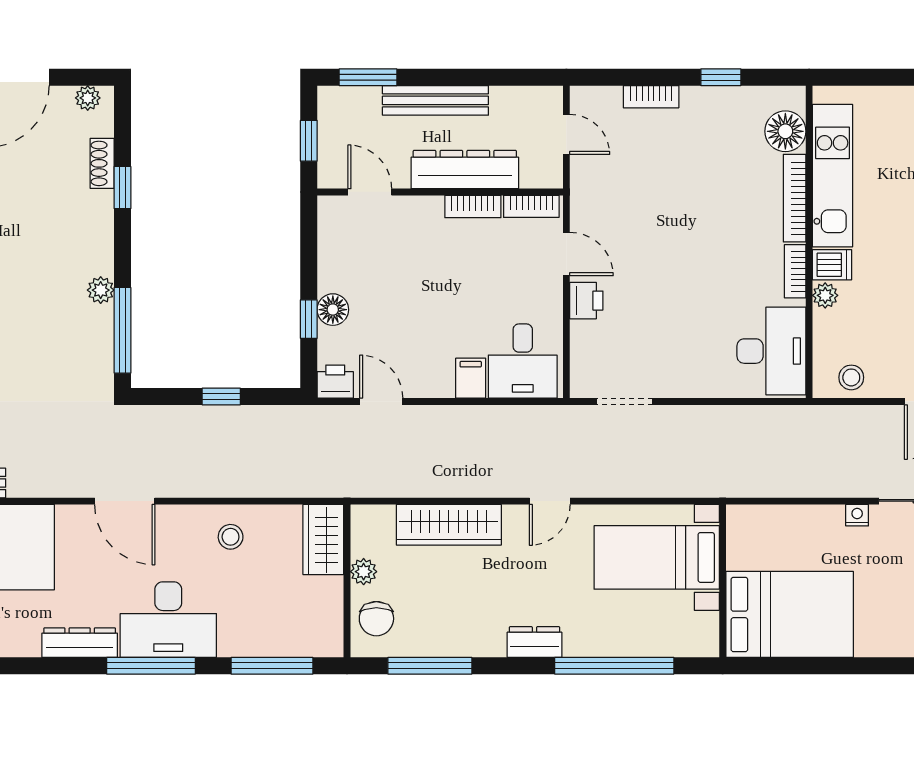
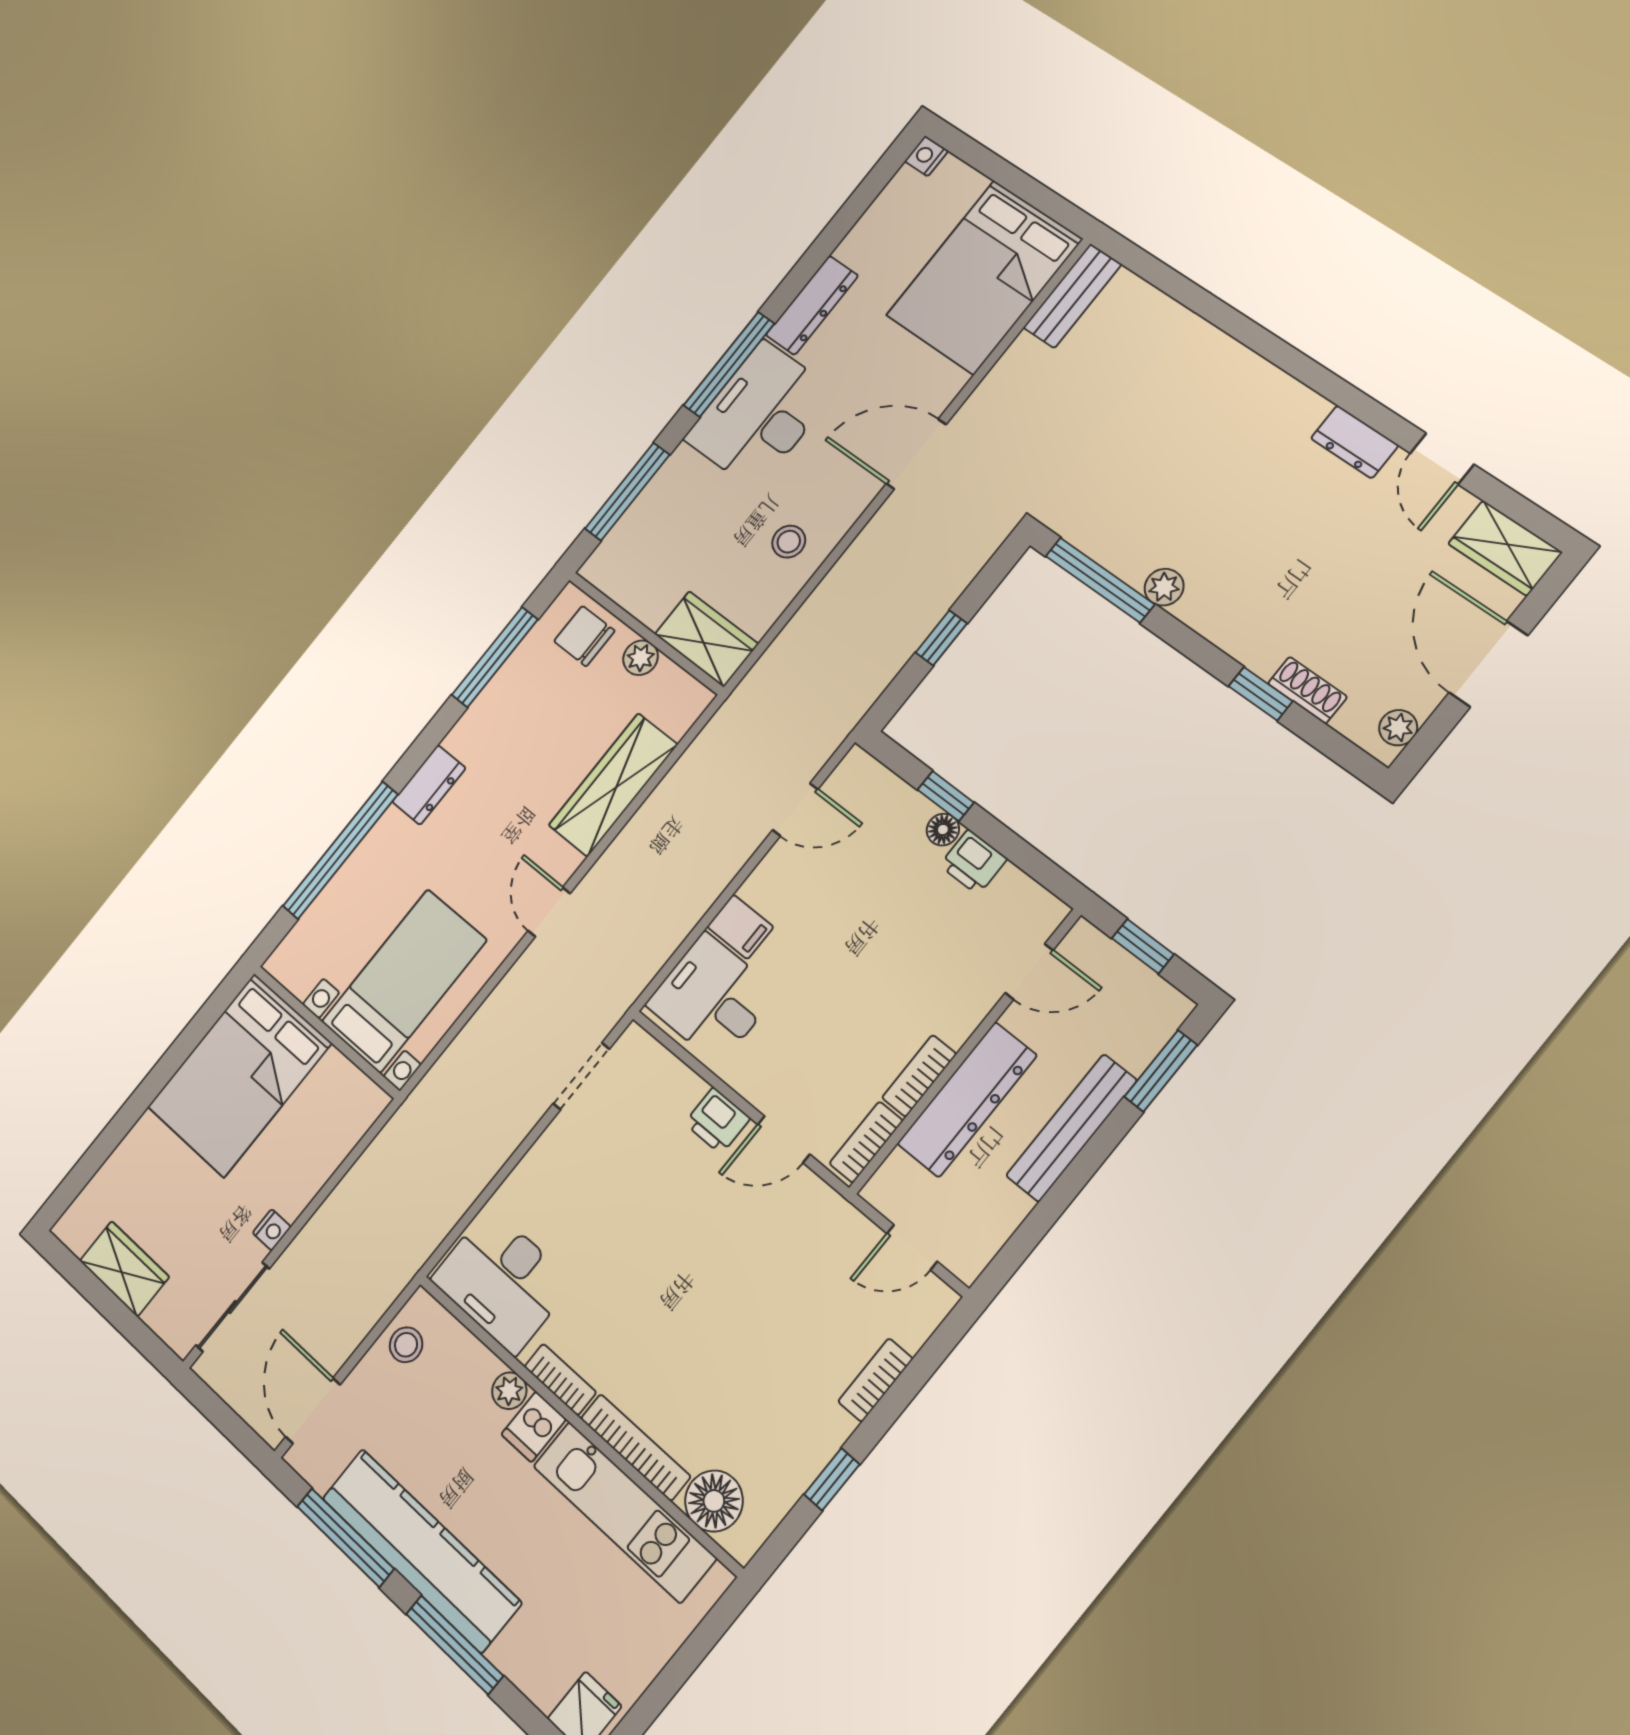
floor lamp: (333, 310) -> (943, 830), width x0.73, depth x0.73
printer: (335, 382) -> (973, 862), moved, turned 90

